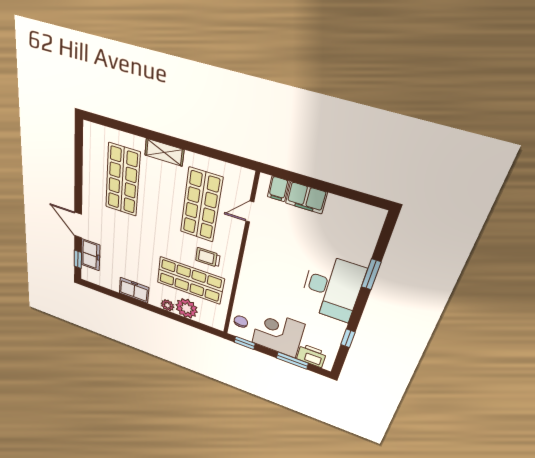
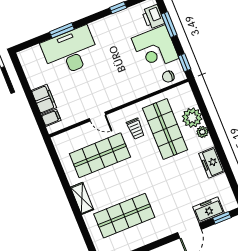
door: (250, 212) -> (98, 117), moved
desk: (332, 288) -> (70, 51), moved

